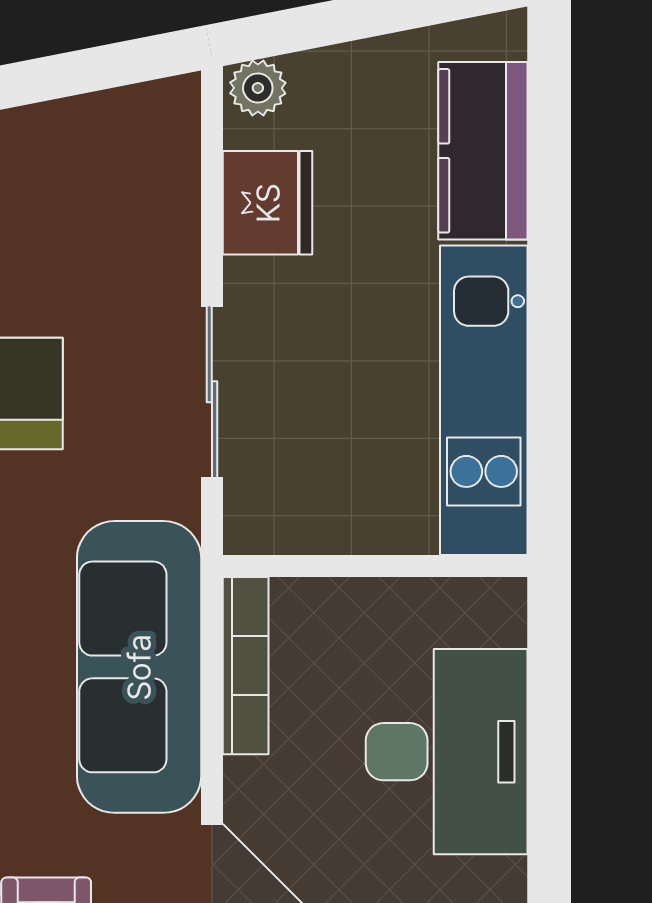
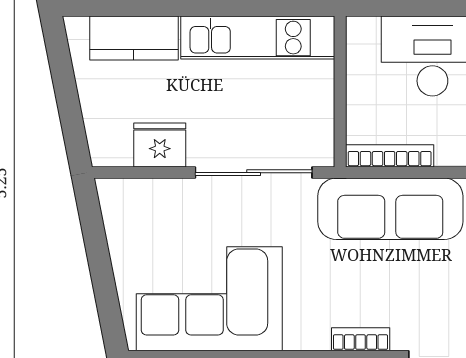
plant: (258, 88) -> (103, 150), removed
sliding door: (212, 392) -> (254, 173), width x1.37

